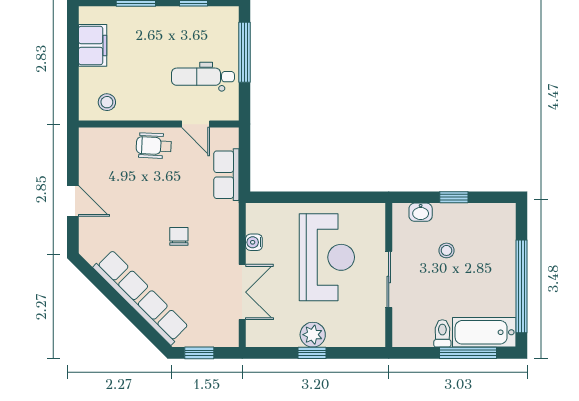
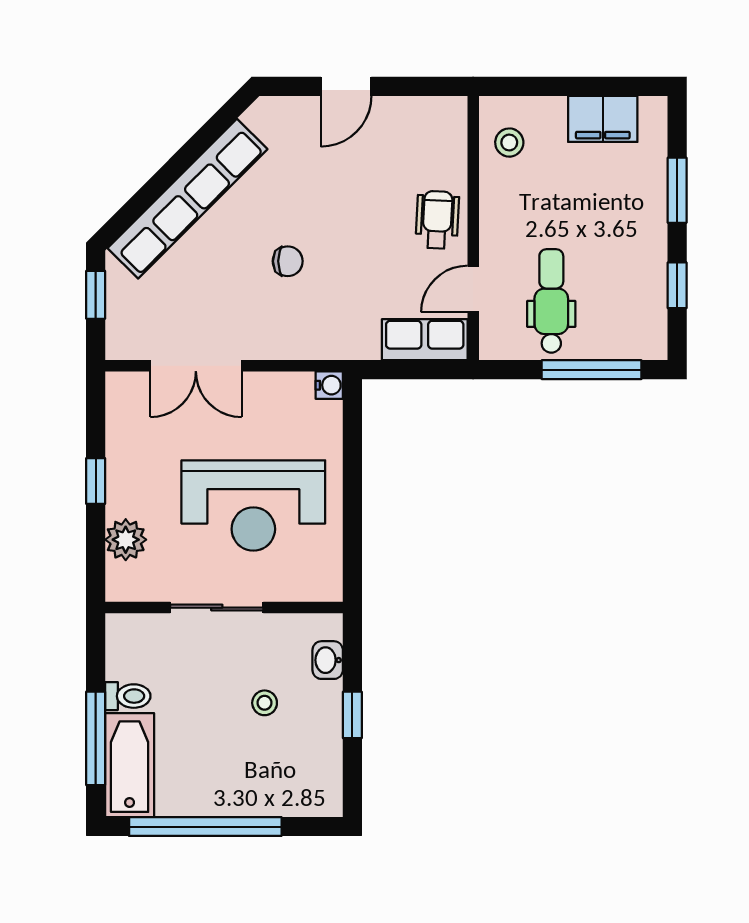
row of seats: (226, 175) -> (425, 340), moved
water cooler: (254, 242) -> (329, 385), moved, turned 90
plant: (313, 335) -> (126, 540), moved

